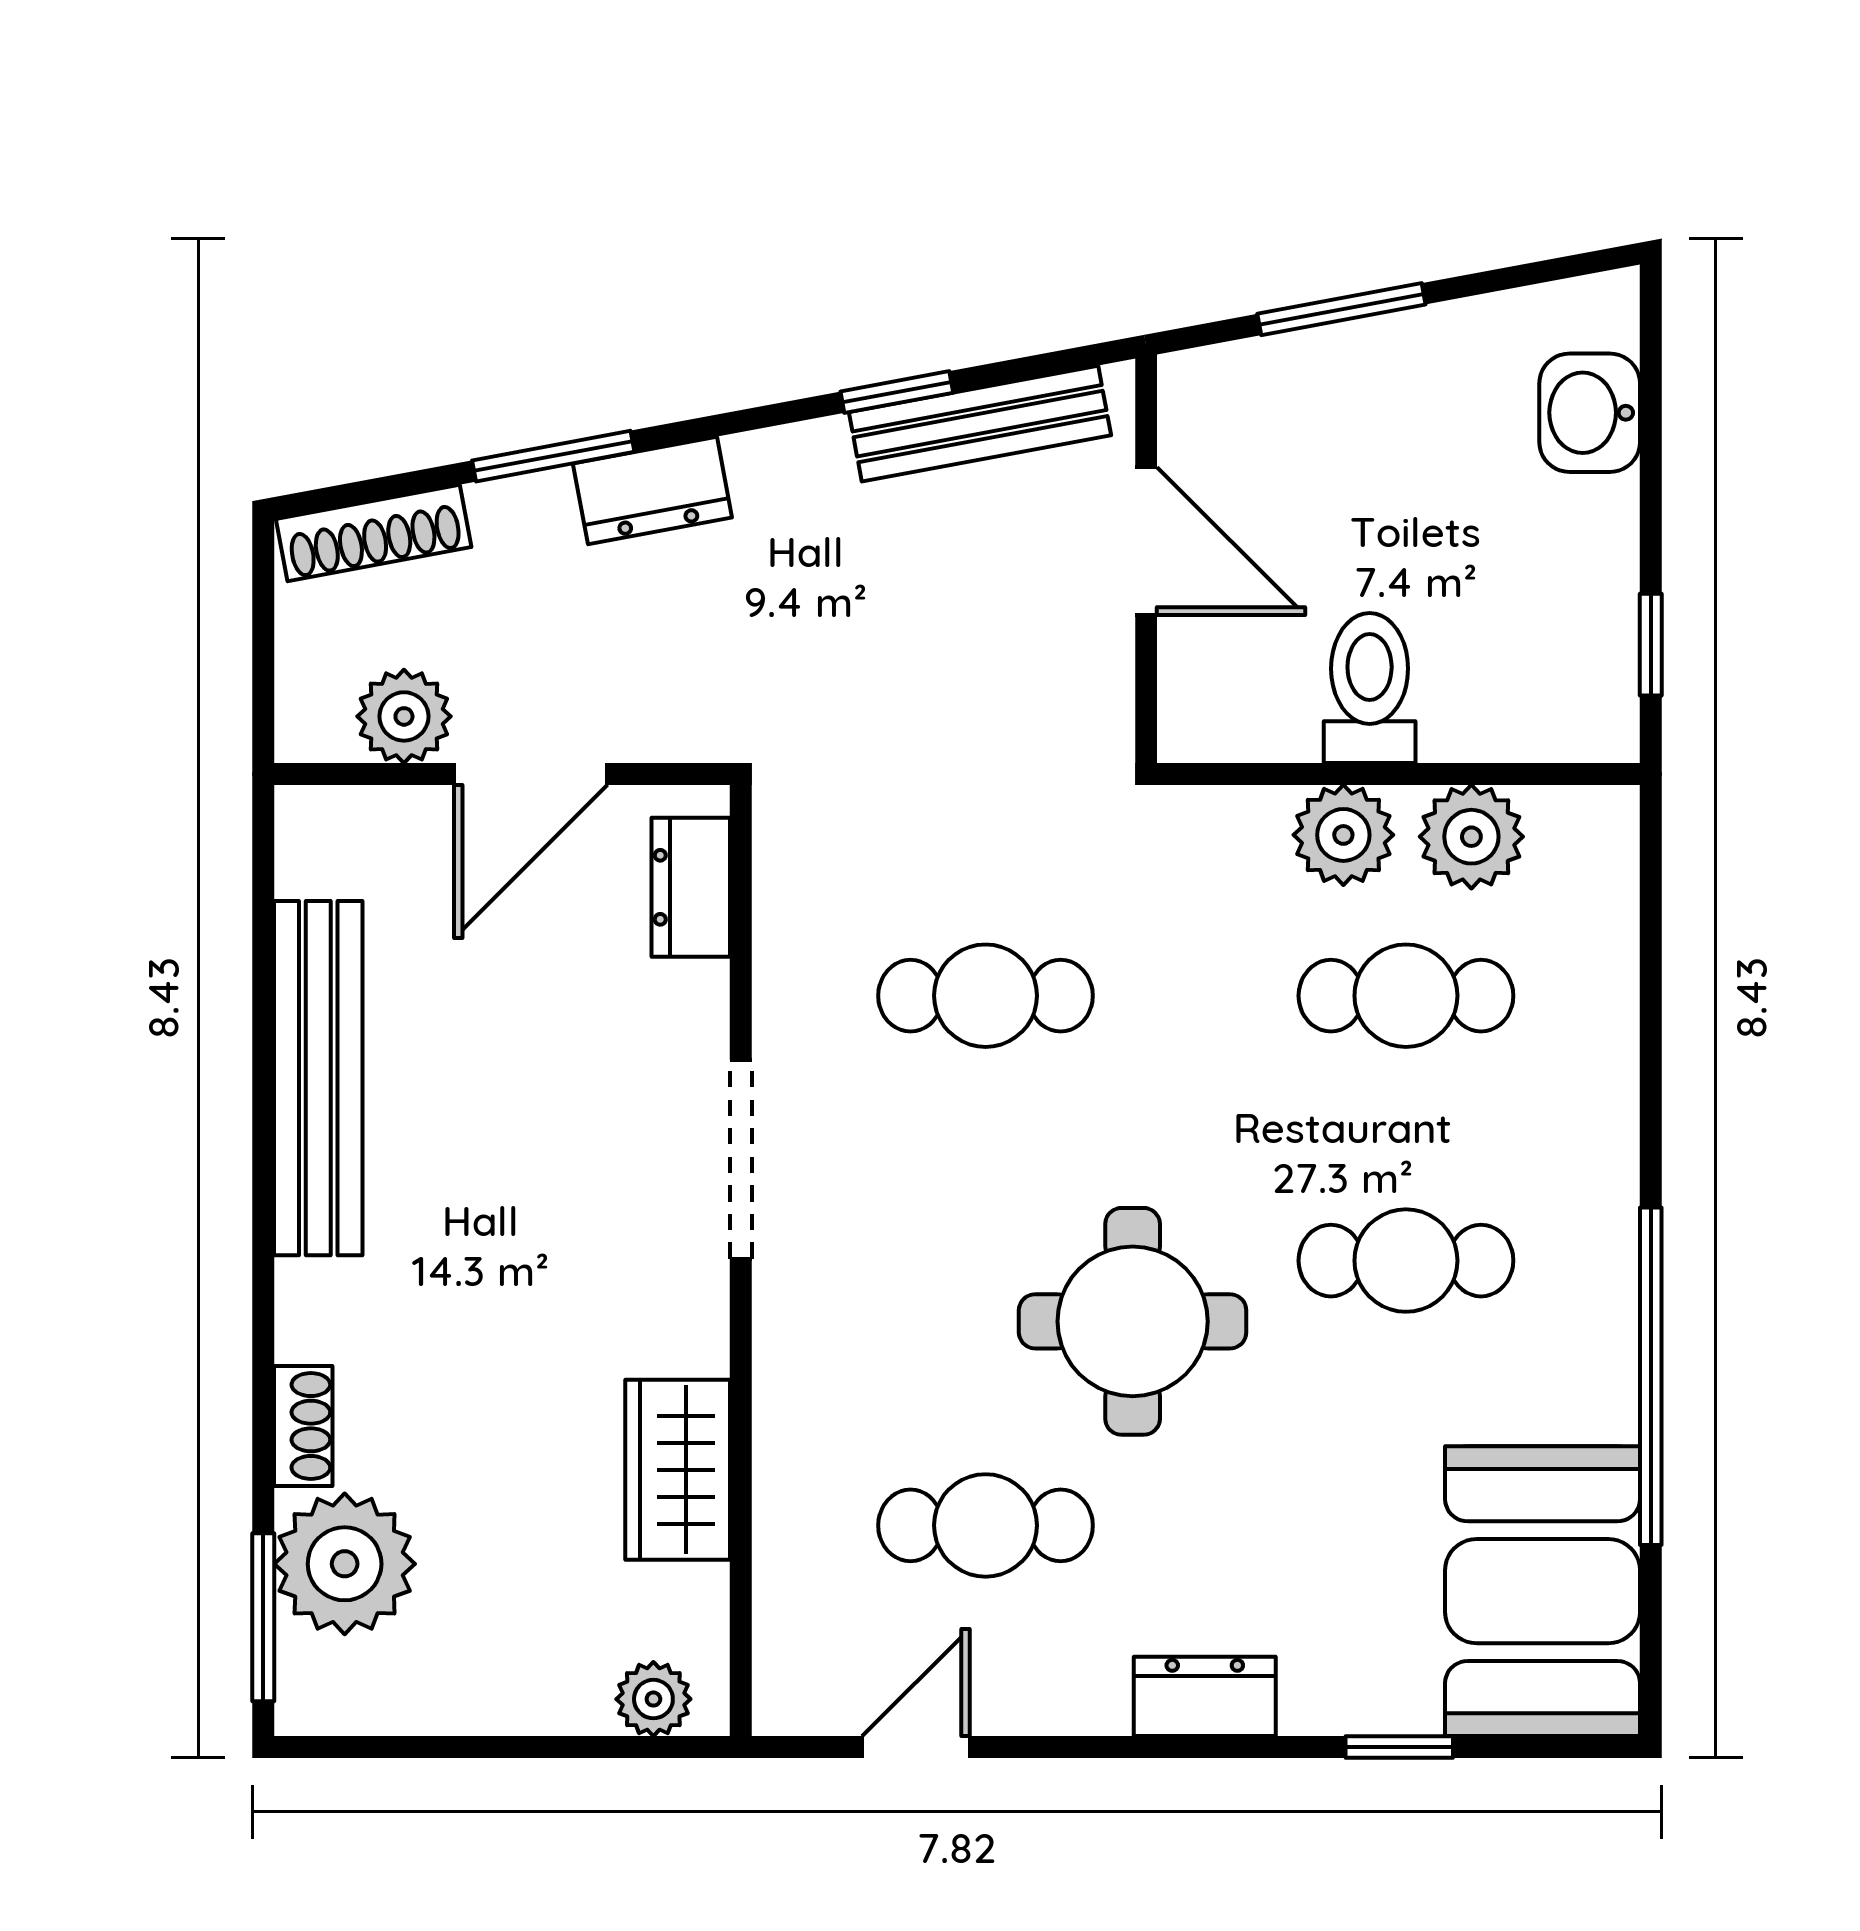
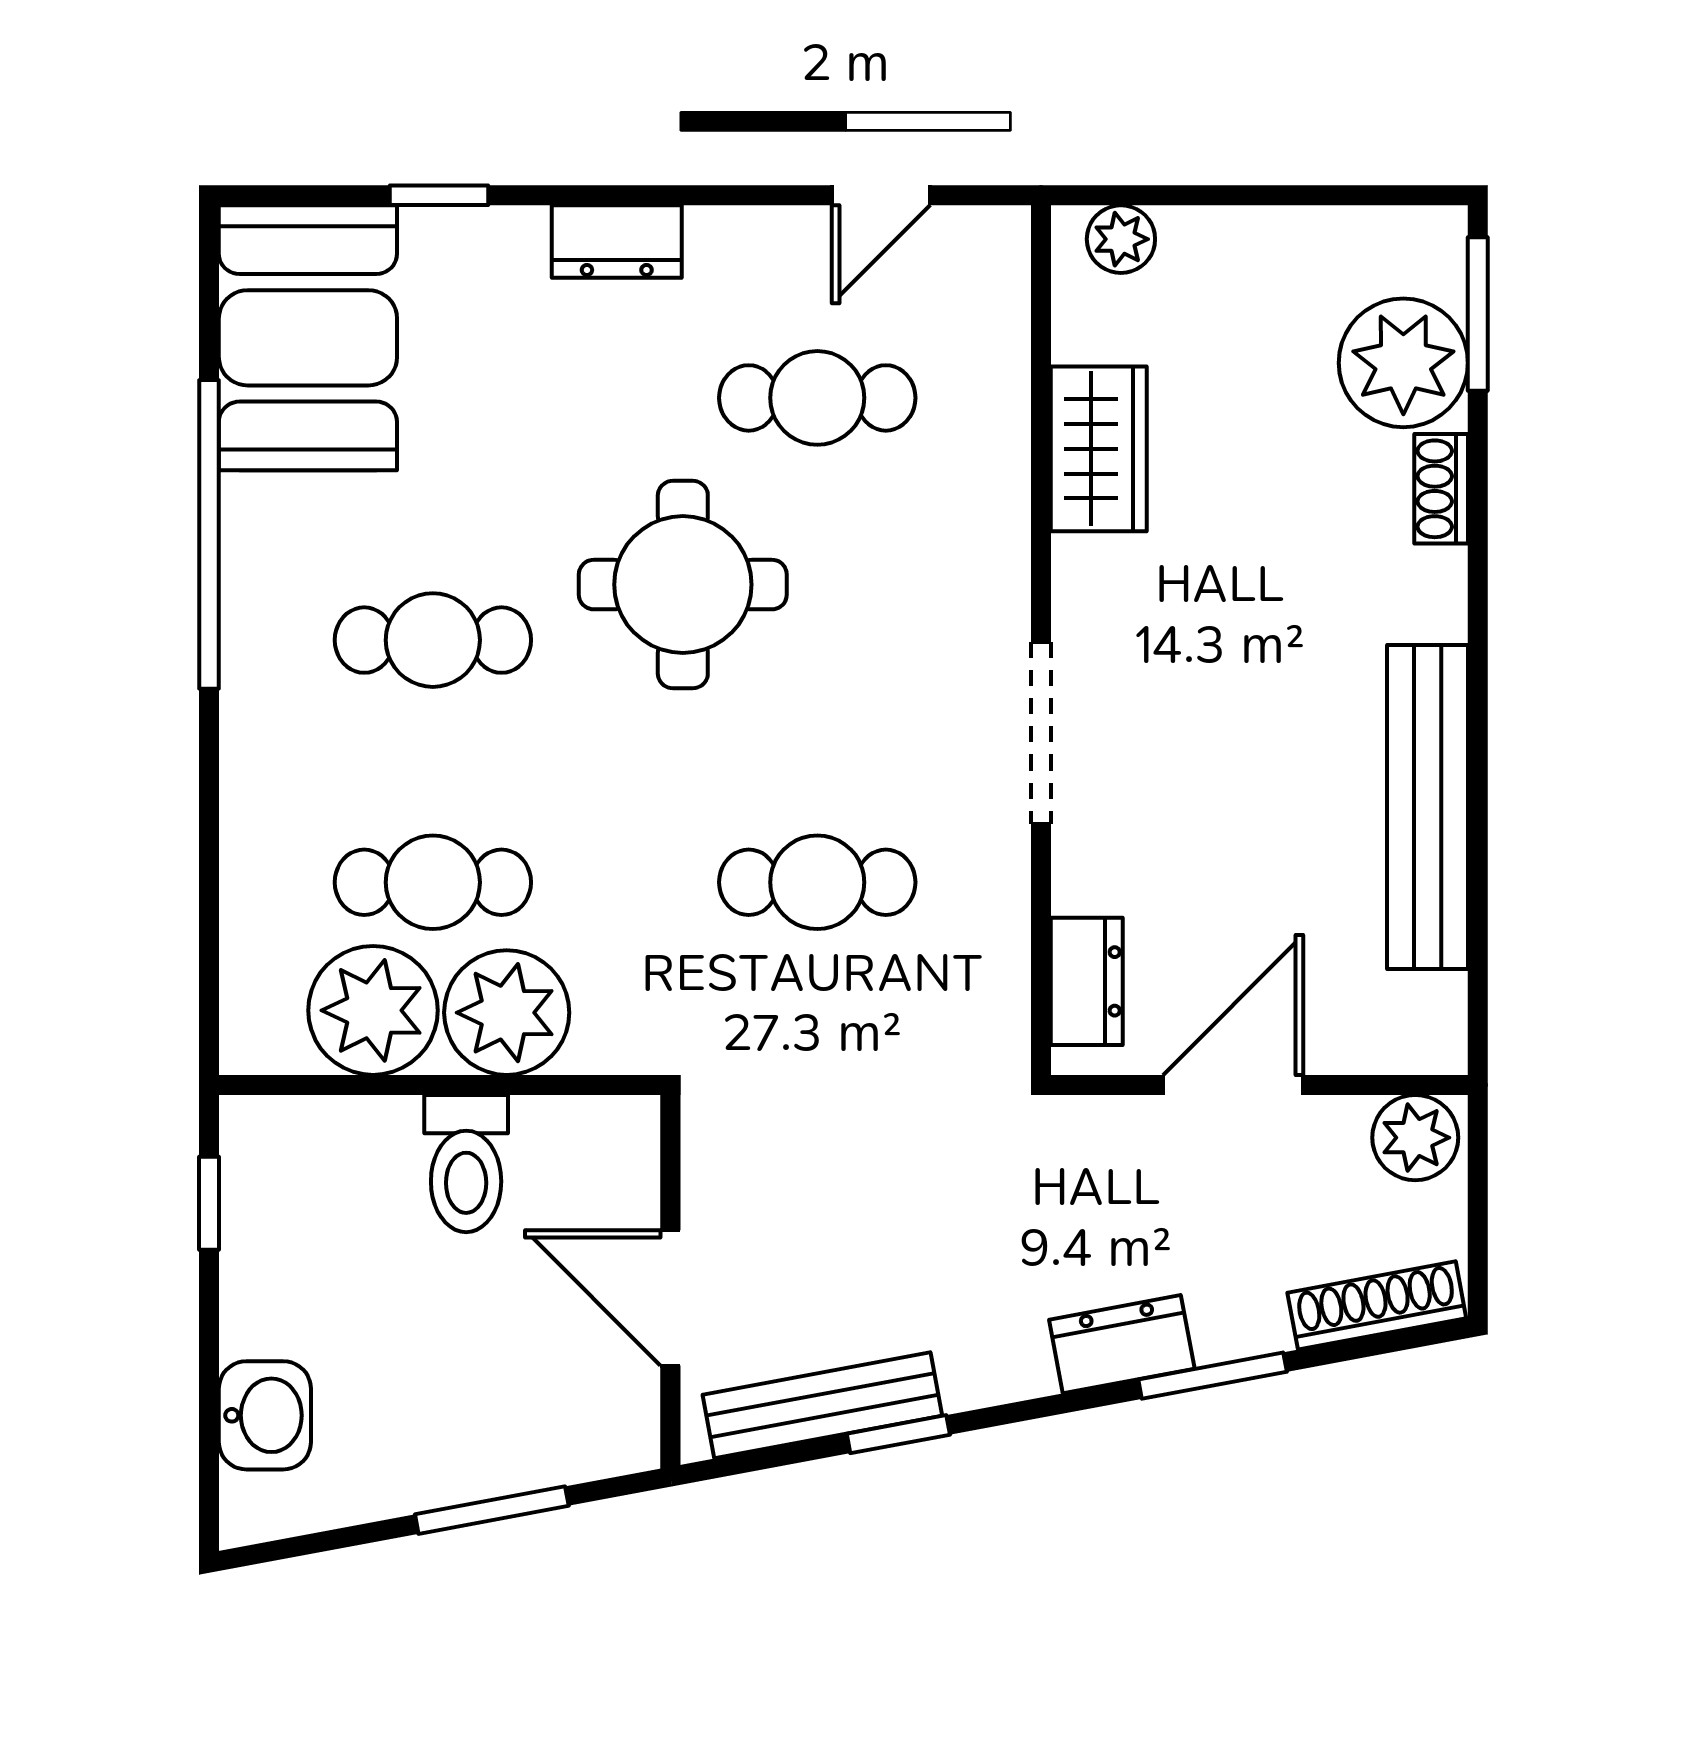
plant: (404, 716) -> (1415, 1138), moved
plant: (1343, 835) -> (507, 1013), width x1.36, depth x1.36
plant: (1471, 837) -> (373, 1010), width x1.36, depth x1.36

